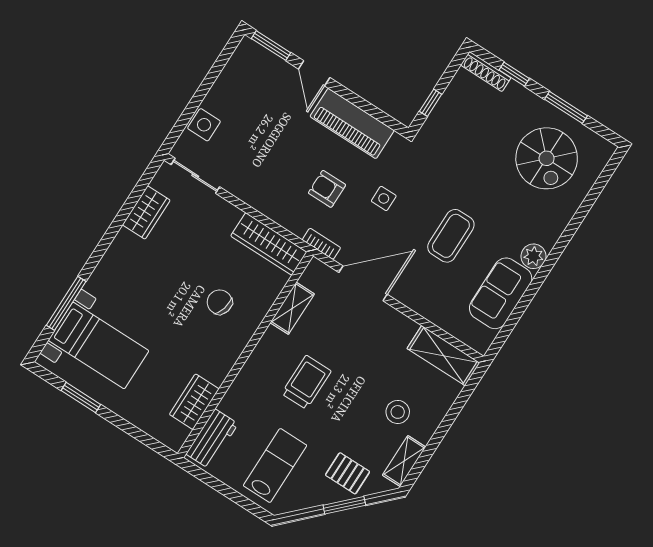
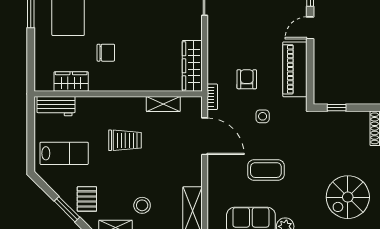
chair: (220, 302) -> (106, 53), moved, turned 75

